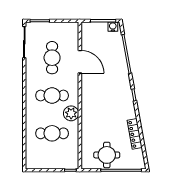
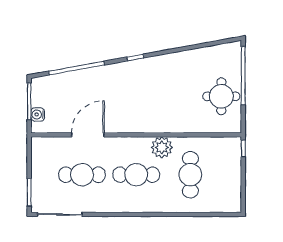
water cooler: (113, 27) -> (38, 114), moved
cafe table: (52, 96) -> (136, 175), turned 90
locker: (135, 134) -> (191, 56), removed

